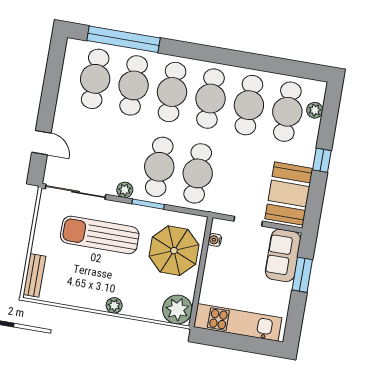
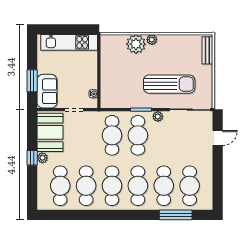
window: (123, 39) -> (176, 215), width x0.68
plant: (315, 110) -> (42, 158), moved
door: (41, 143) -> (218, 138), swing flipped
parasol: (174, 251) -> (119, 82), removed
plant: (177, 309) -> (136, 44), moved

